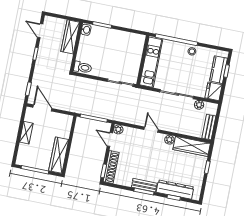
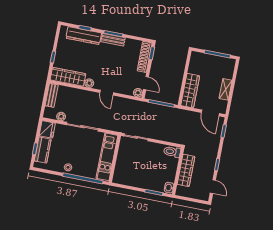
wardrobe: (70, 37) -> (186, 170), moved
wardrobe: (59, 155) -> (190, 91), moved

